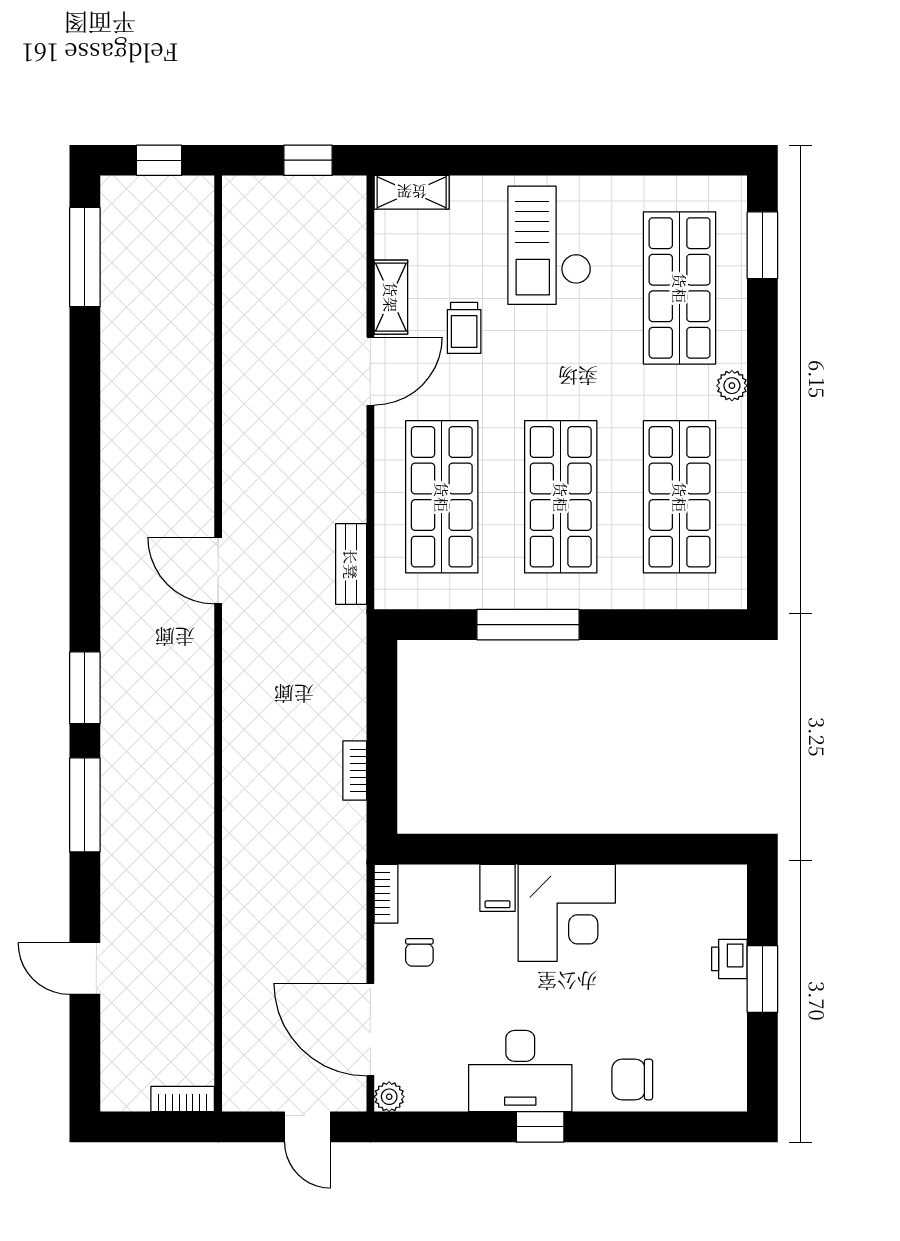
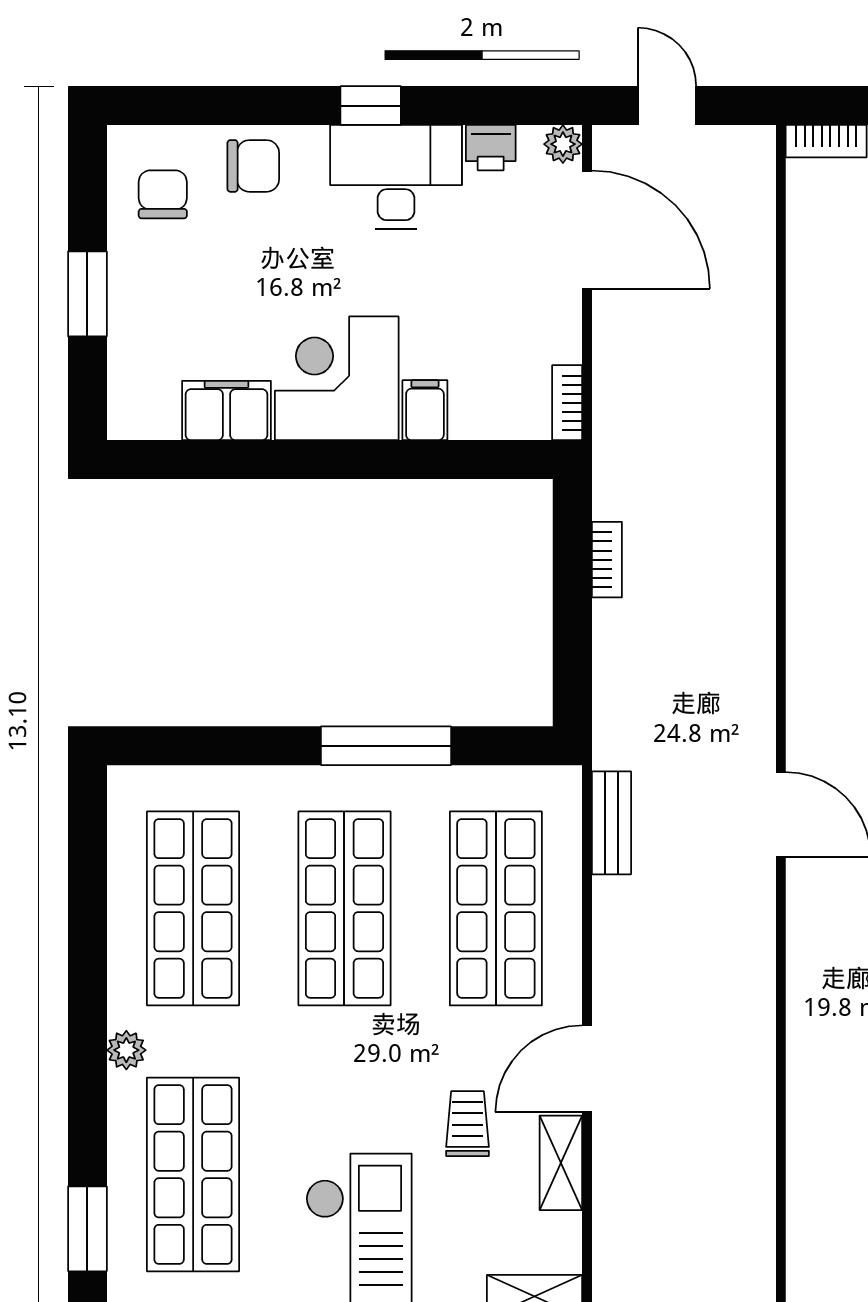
filing cabinet: (653, 888) -> (226, 411), added
chair: (419, 952) -> (163, 194), moved, width x1.37, depth x1.37
printer: (729, 959) -> (491, 148), moved, turned 90

